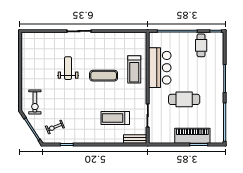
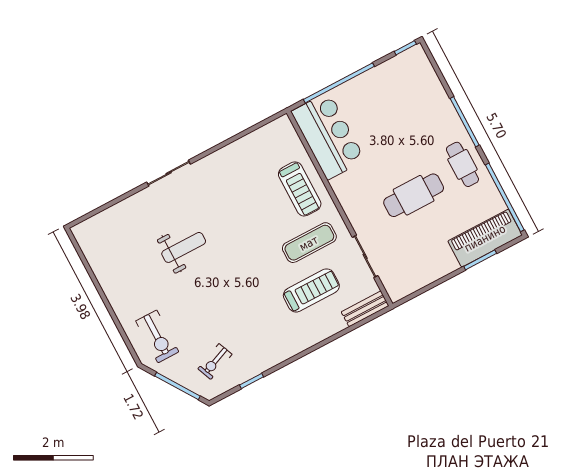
cafe table: (201, 45) -> (462, 164), moved
weight bench: (68, 68) -> (184, 247), turned 90
bar counter: (160, 68) -> (328, 136), moved
exercise mat: (104, 76) -> (309, 243), moved
treadmill: (115, 118) -> (311, 290), turned 180
piano: (192, 136) -> (485, 238), moved

